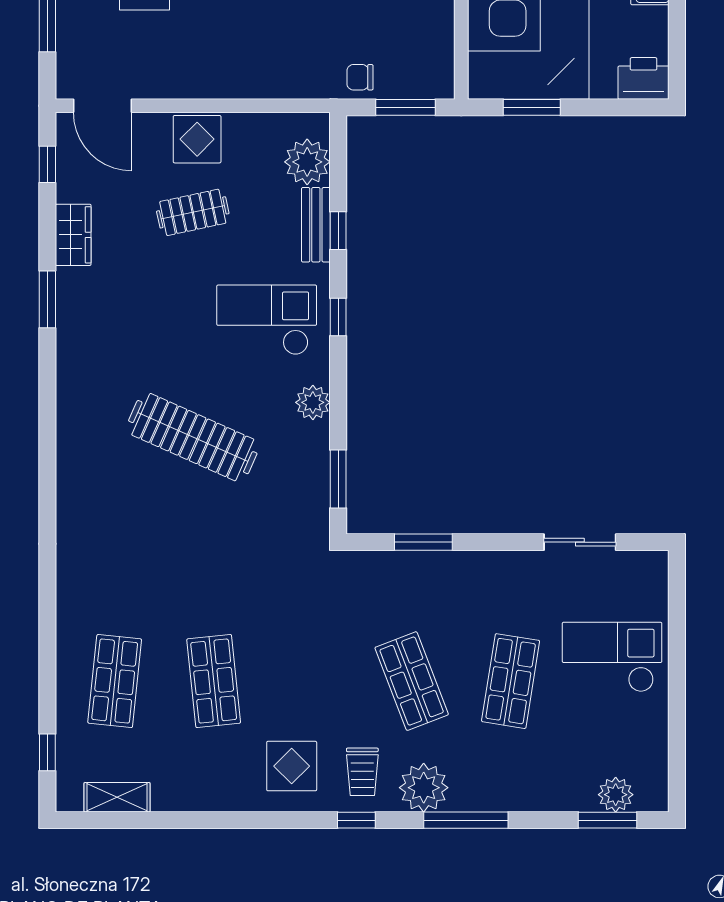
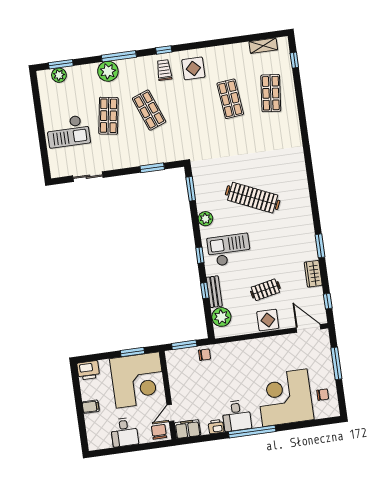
checkout: (267, 320) -> (229, 250), turned 180
plant: (424, 788) -> (108, 71), moved

